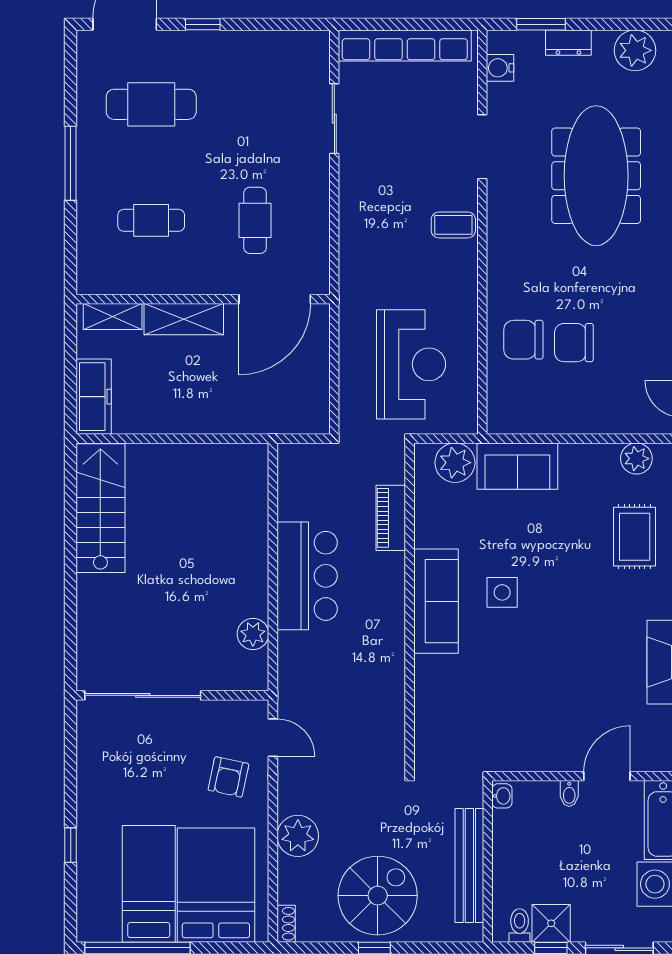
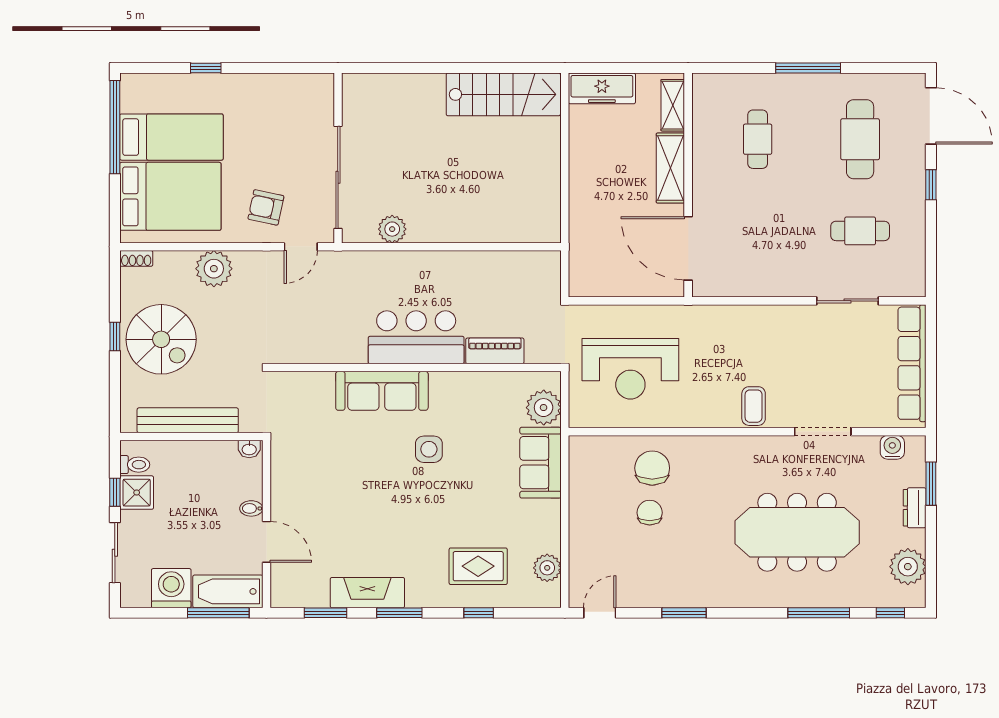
cafe table: (255, 220) -> (860, 231), moved
chair: (574, 343) -> (650, 513), width x0.73, depth x0.73
bar counter: (307, 576) -> (416, 337), moved, turned 180
sofa: (436, 601) -> (382, 391), moved
sliding door: (143, 695) -> (338, 177), moved

